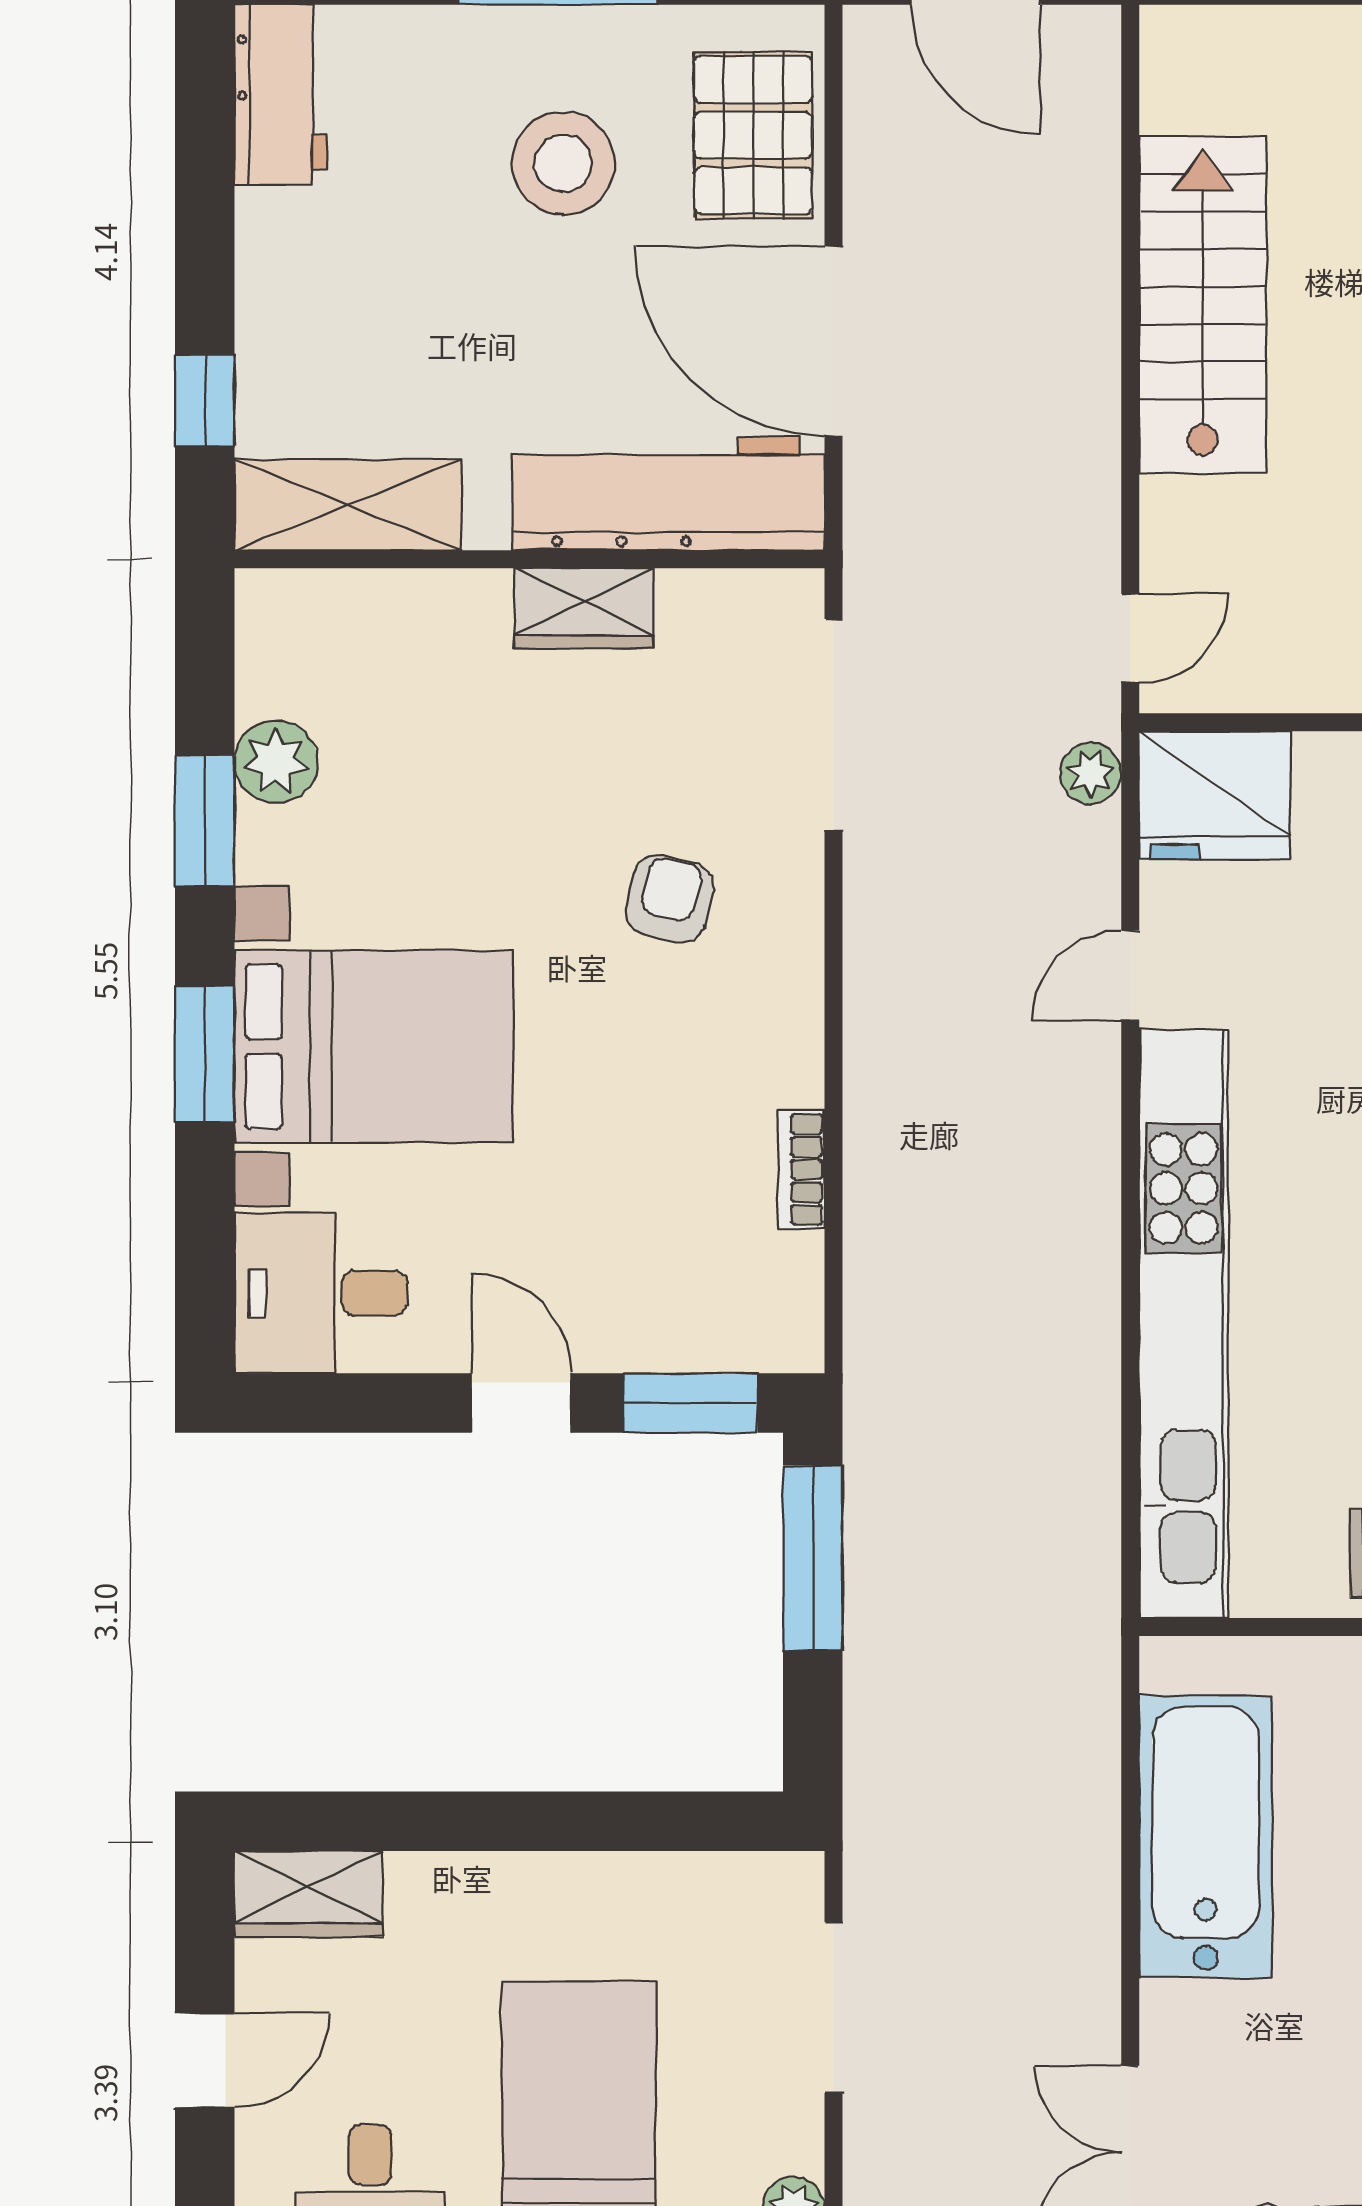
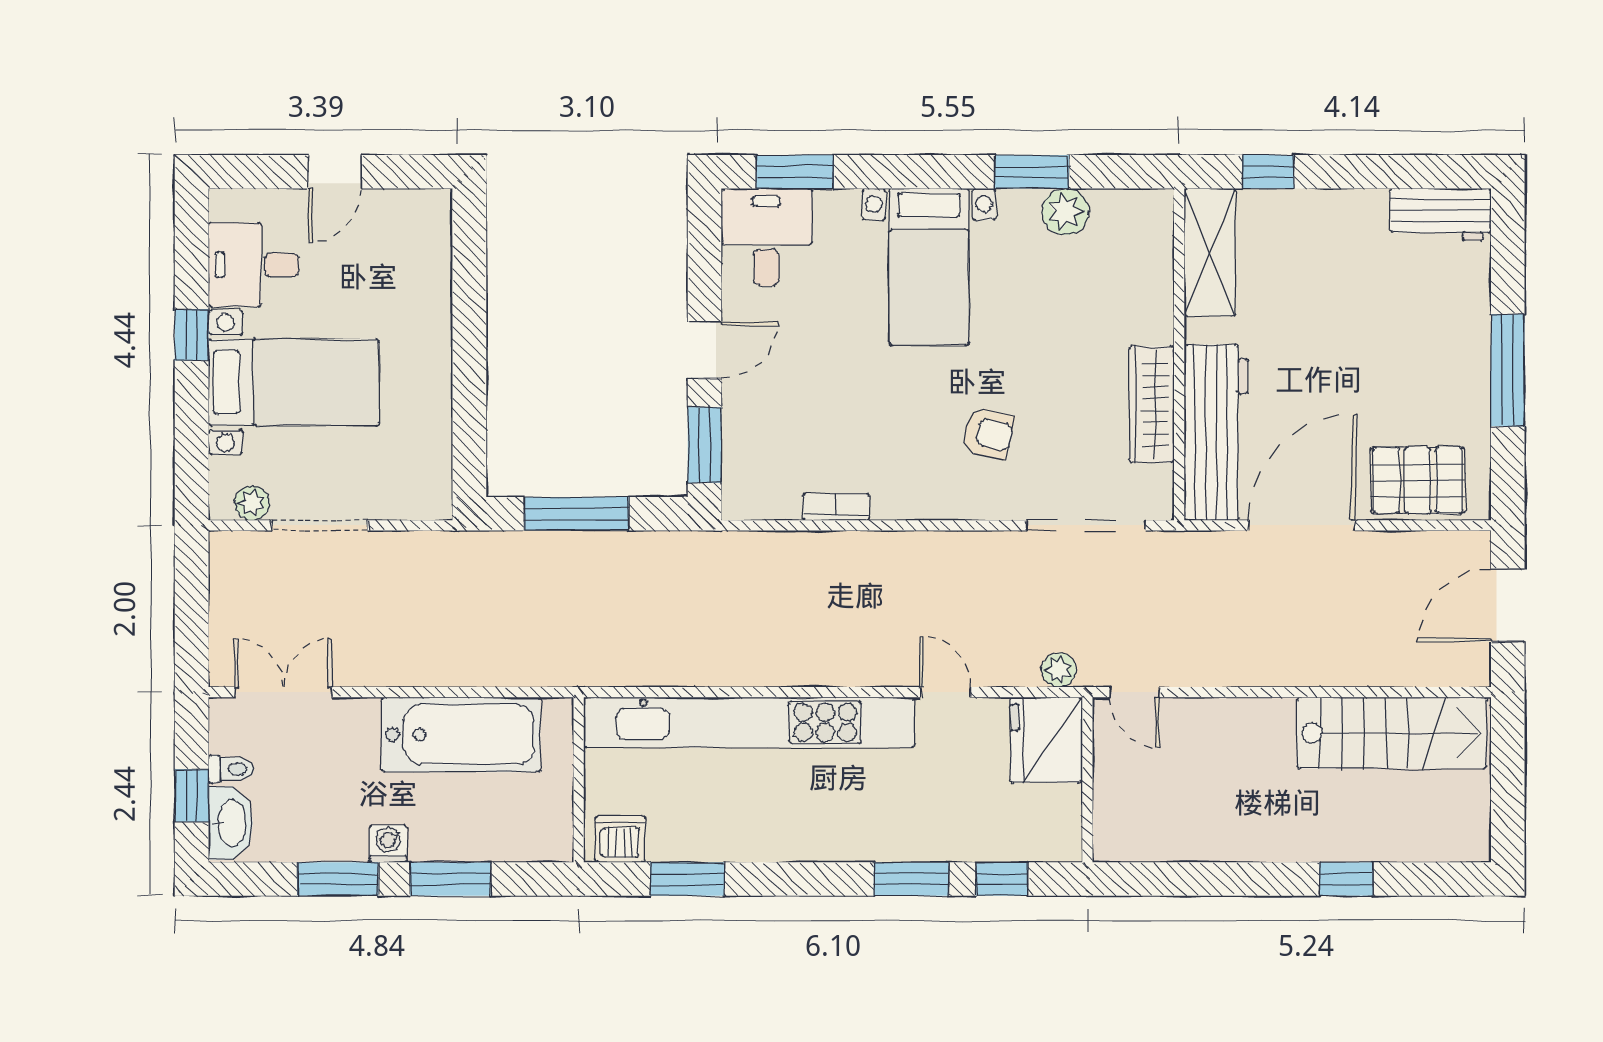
stool: (563, 163) -> (1402, 373), removed
stairs: (1203, 305) -> (1392, 733), moved
wardrobe: (584, 608) -> (1152, 404), width x1.50
bed with nightstands: (374, 1046) -> (929, 267), width x0.73
window: (205, 1054) -> (795, 172), moved
window: (813, 1558) -> (576, 514), moved
wardrobe: (308, 1894) -> (429, 230), removed
doorway: (834, 2008) -> (320, 525), moved
door: (205, 2060) -> (335, 172), hinge flipped

